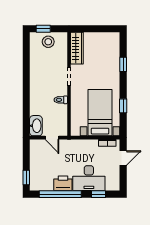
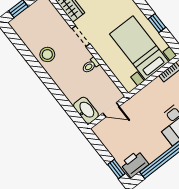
stool: (48, 42) -> (47, 54), moved
printer: (63, 183) -> (135, 164), moved

